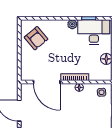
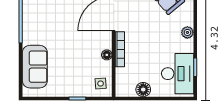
plant: (72, 24) -> (187, 32), moved

